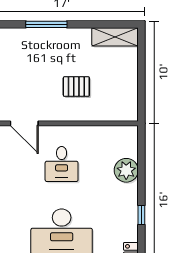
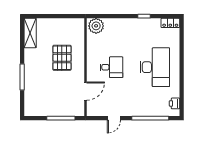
pallet: (76, 87) -> (62, 58), width x1.50, depth x1.42
plant: (126, 170) -> (96, 26), moved

